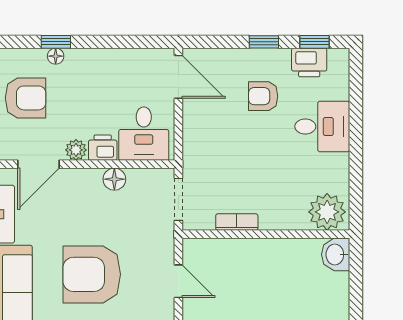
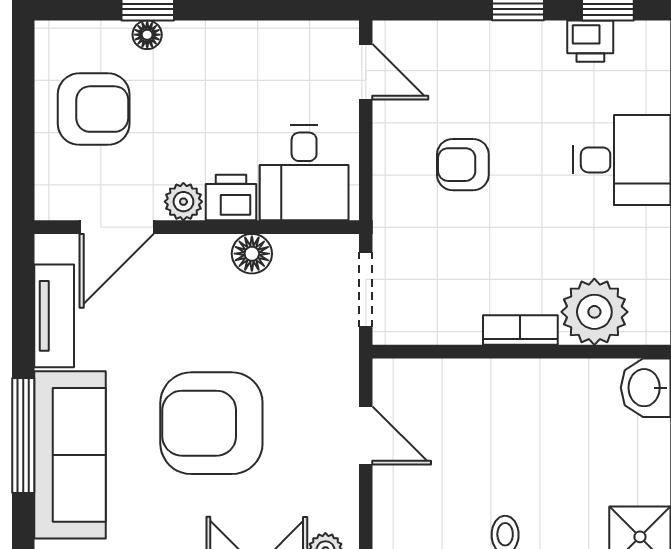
printer: (309, 63) -> (590, 41), width x0.73, depth x0.81
door: (178, 77) -> (366, 72), width x0.73
armchair: (263, 96) -> (463, 165), moved
plant: (327, 212) -> (594, 312), moved
bookcase: (237, 222) -> (520, 330), moved

